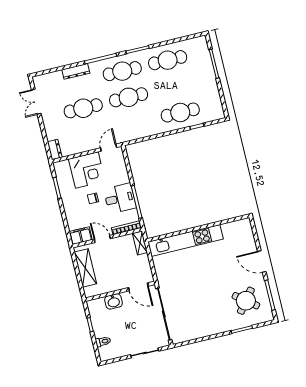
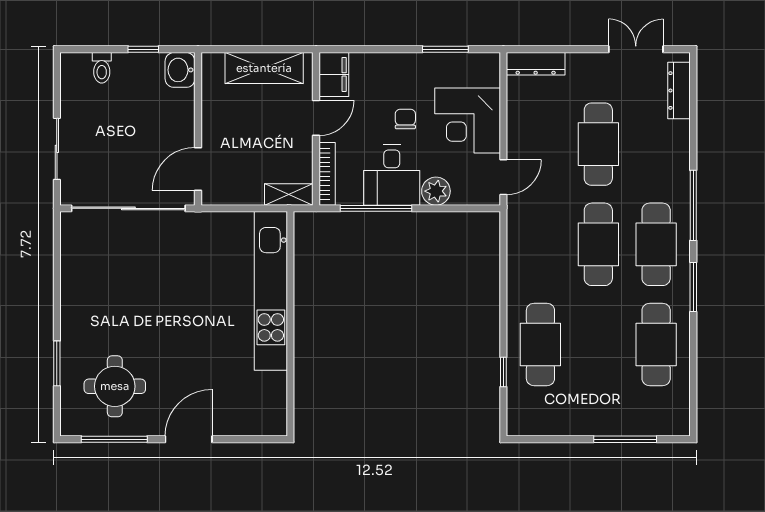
dresser: (76, 71) -> (679, 91), moved
door: (109, 148) -> (503, 177), hinge flipped
dresser: (55, 149) -> (536, 64), width x1.44
plant: (122, 177) -> (436, 191), added
washbasin: (114, 301) -> (180, 70), moved
round table: (246, 301) -> (115, 386), turned -38

